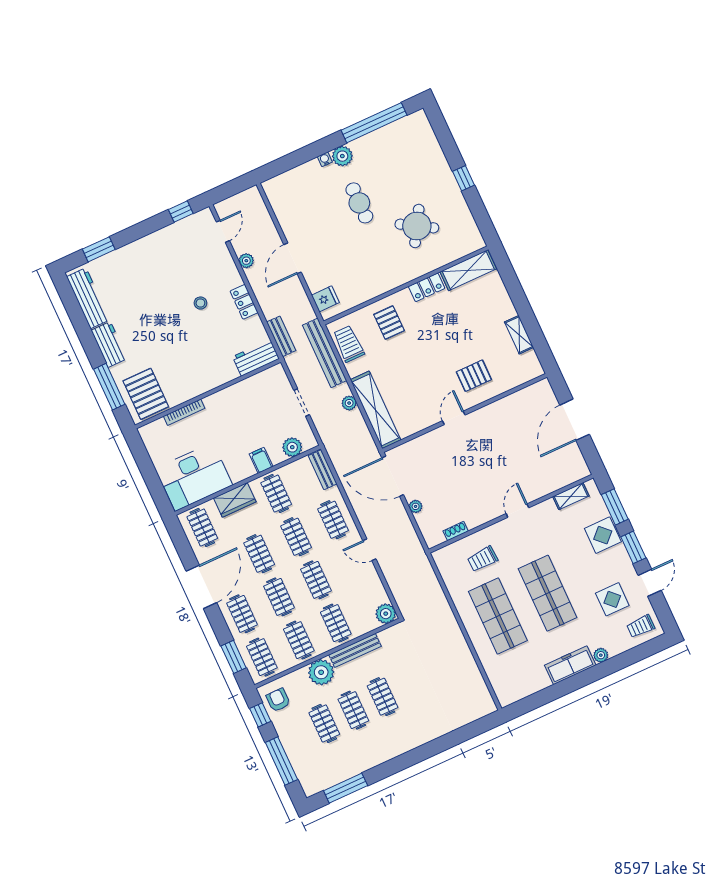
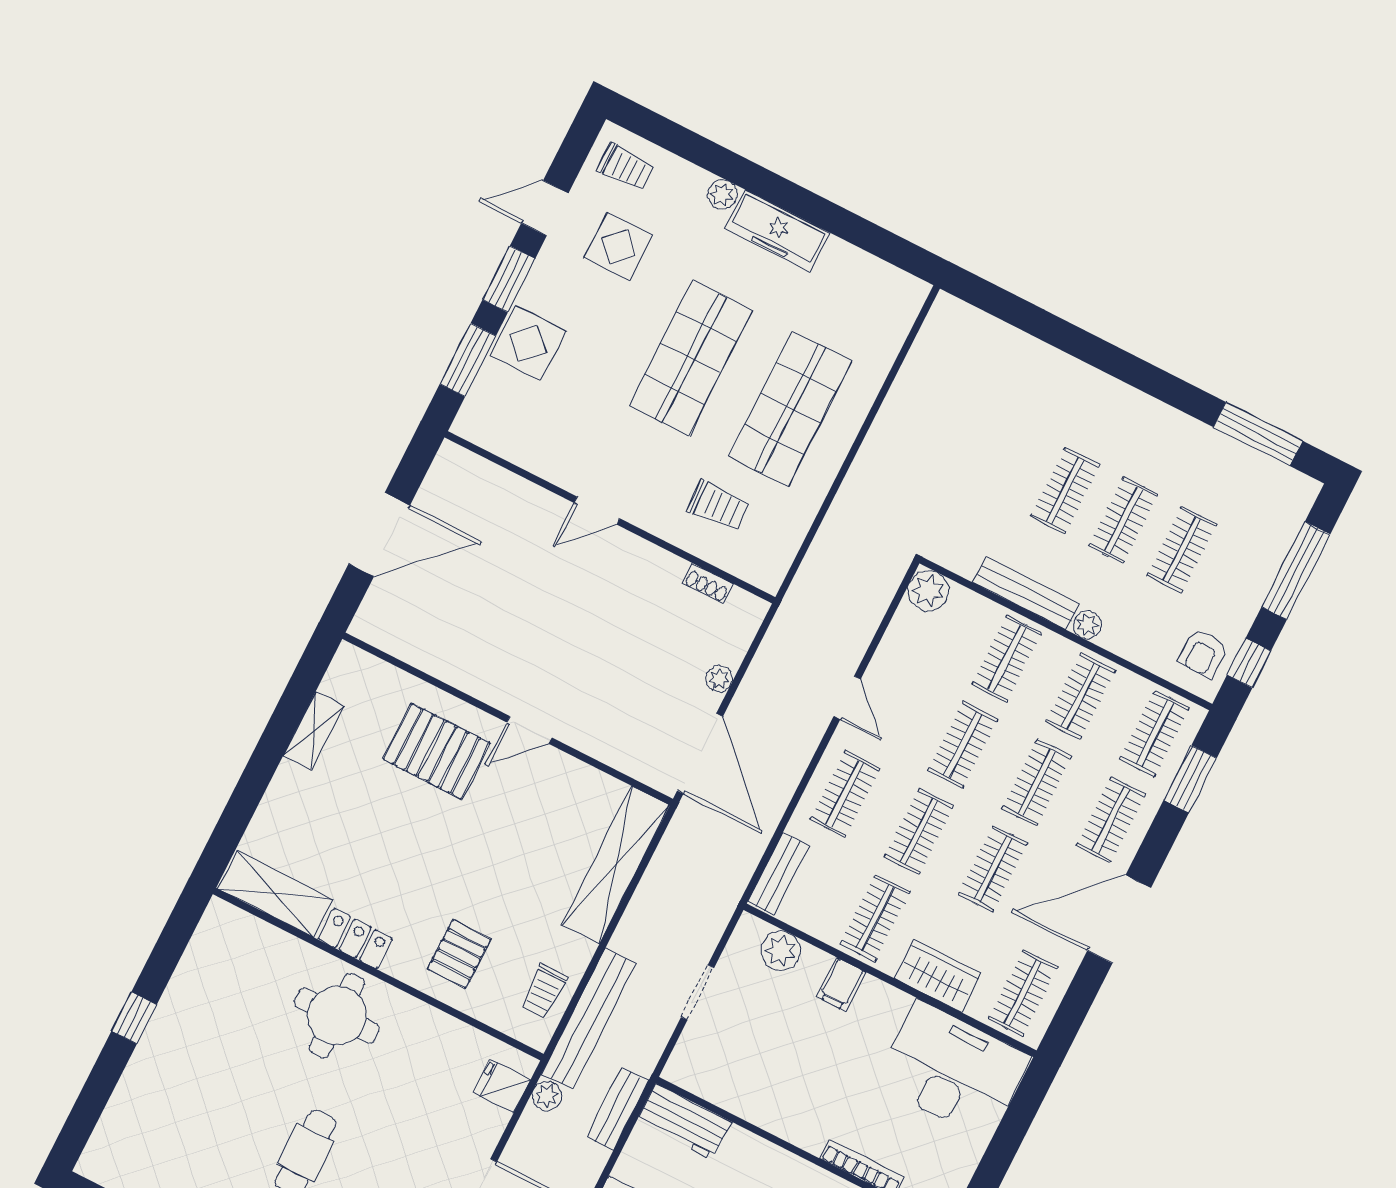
round table: (417, 226) -> (337, 1016), moved, turned -31
trolley: (349, 344) -> (544, 992), width x0.73, depth x0.72
pallet: (474, 376) -> (437, 751), width x1.50, depth x1.42
plant: (349, 403) -> (547, 1096), moved
shelving: (571, 496) -> (506, 444), removed
plant: (321, 672) -> (1087, 625), width x0.53, depth x0.53

